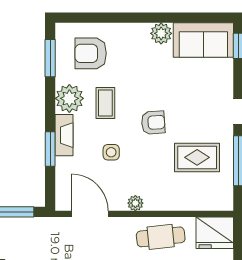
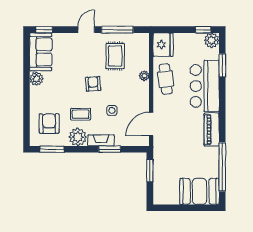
armchair: (91, 53) -> (49, 124), turned 180
plant: (135, 203) -> (144, 76), moved

